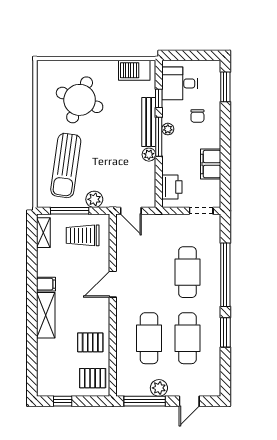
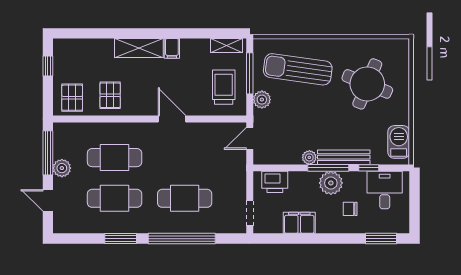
plant: (168, 129) -> (331, 183), width x1.88, depth x1.88

